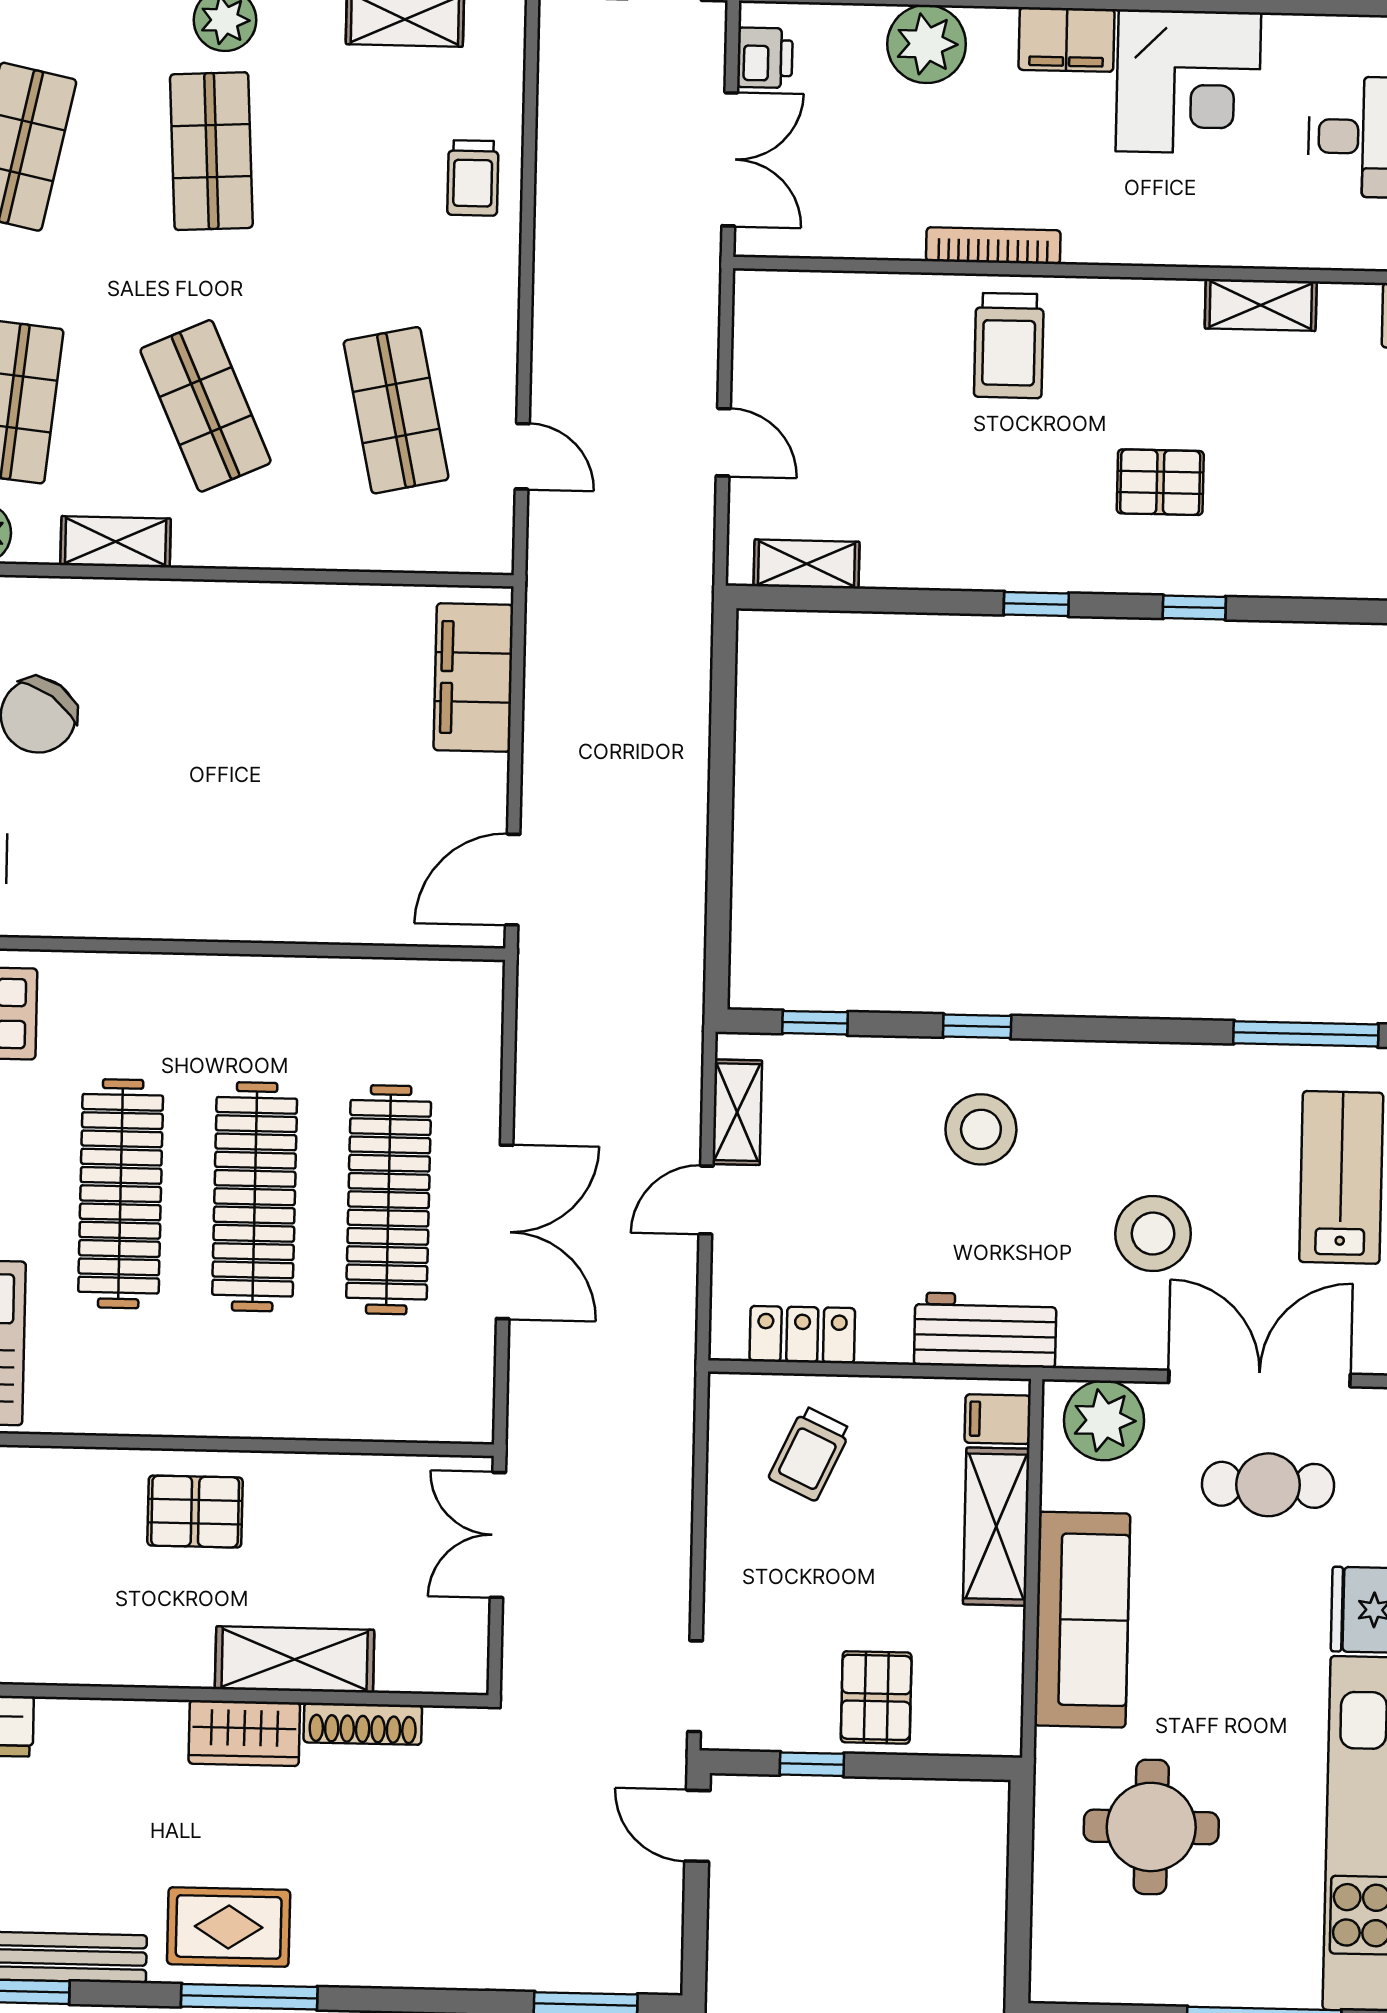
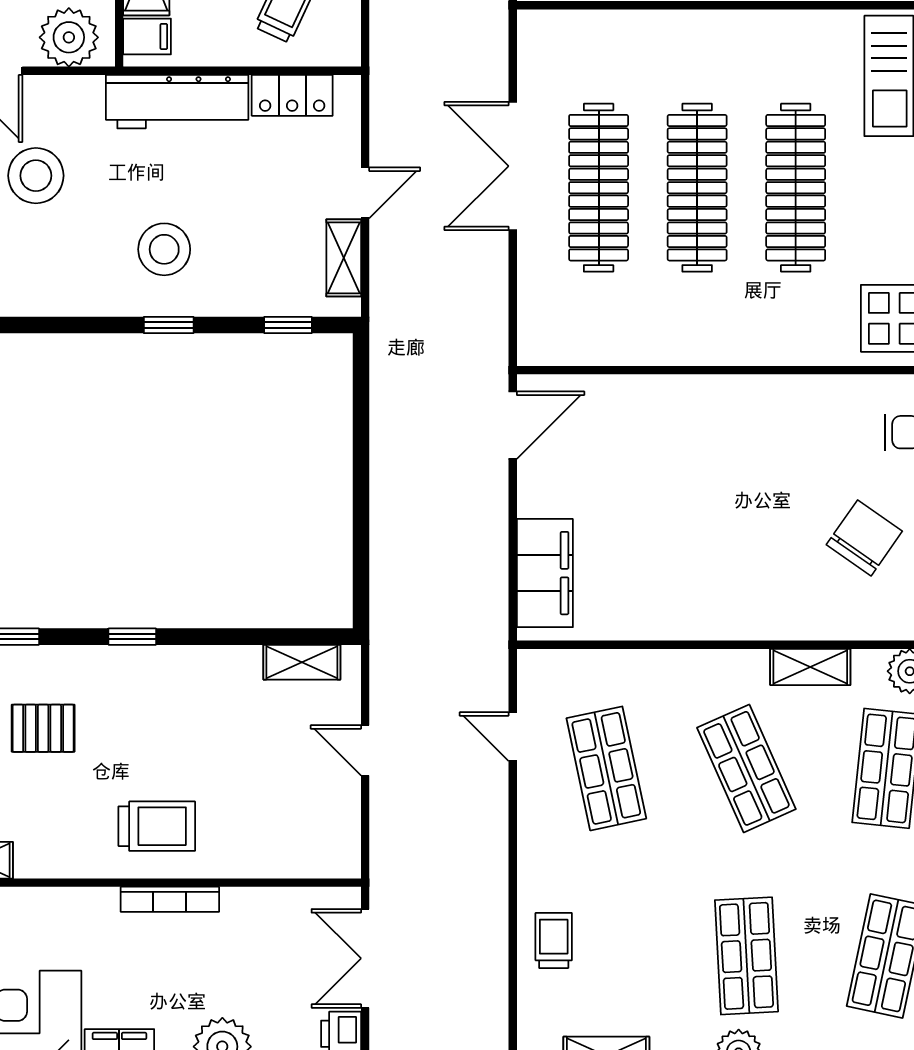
trolley: (1009, 346) -> (157, 826), turned 90
workbench: (985, 1330) -> (177, 102), width x1.37

